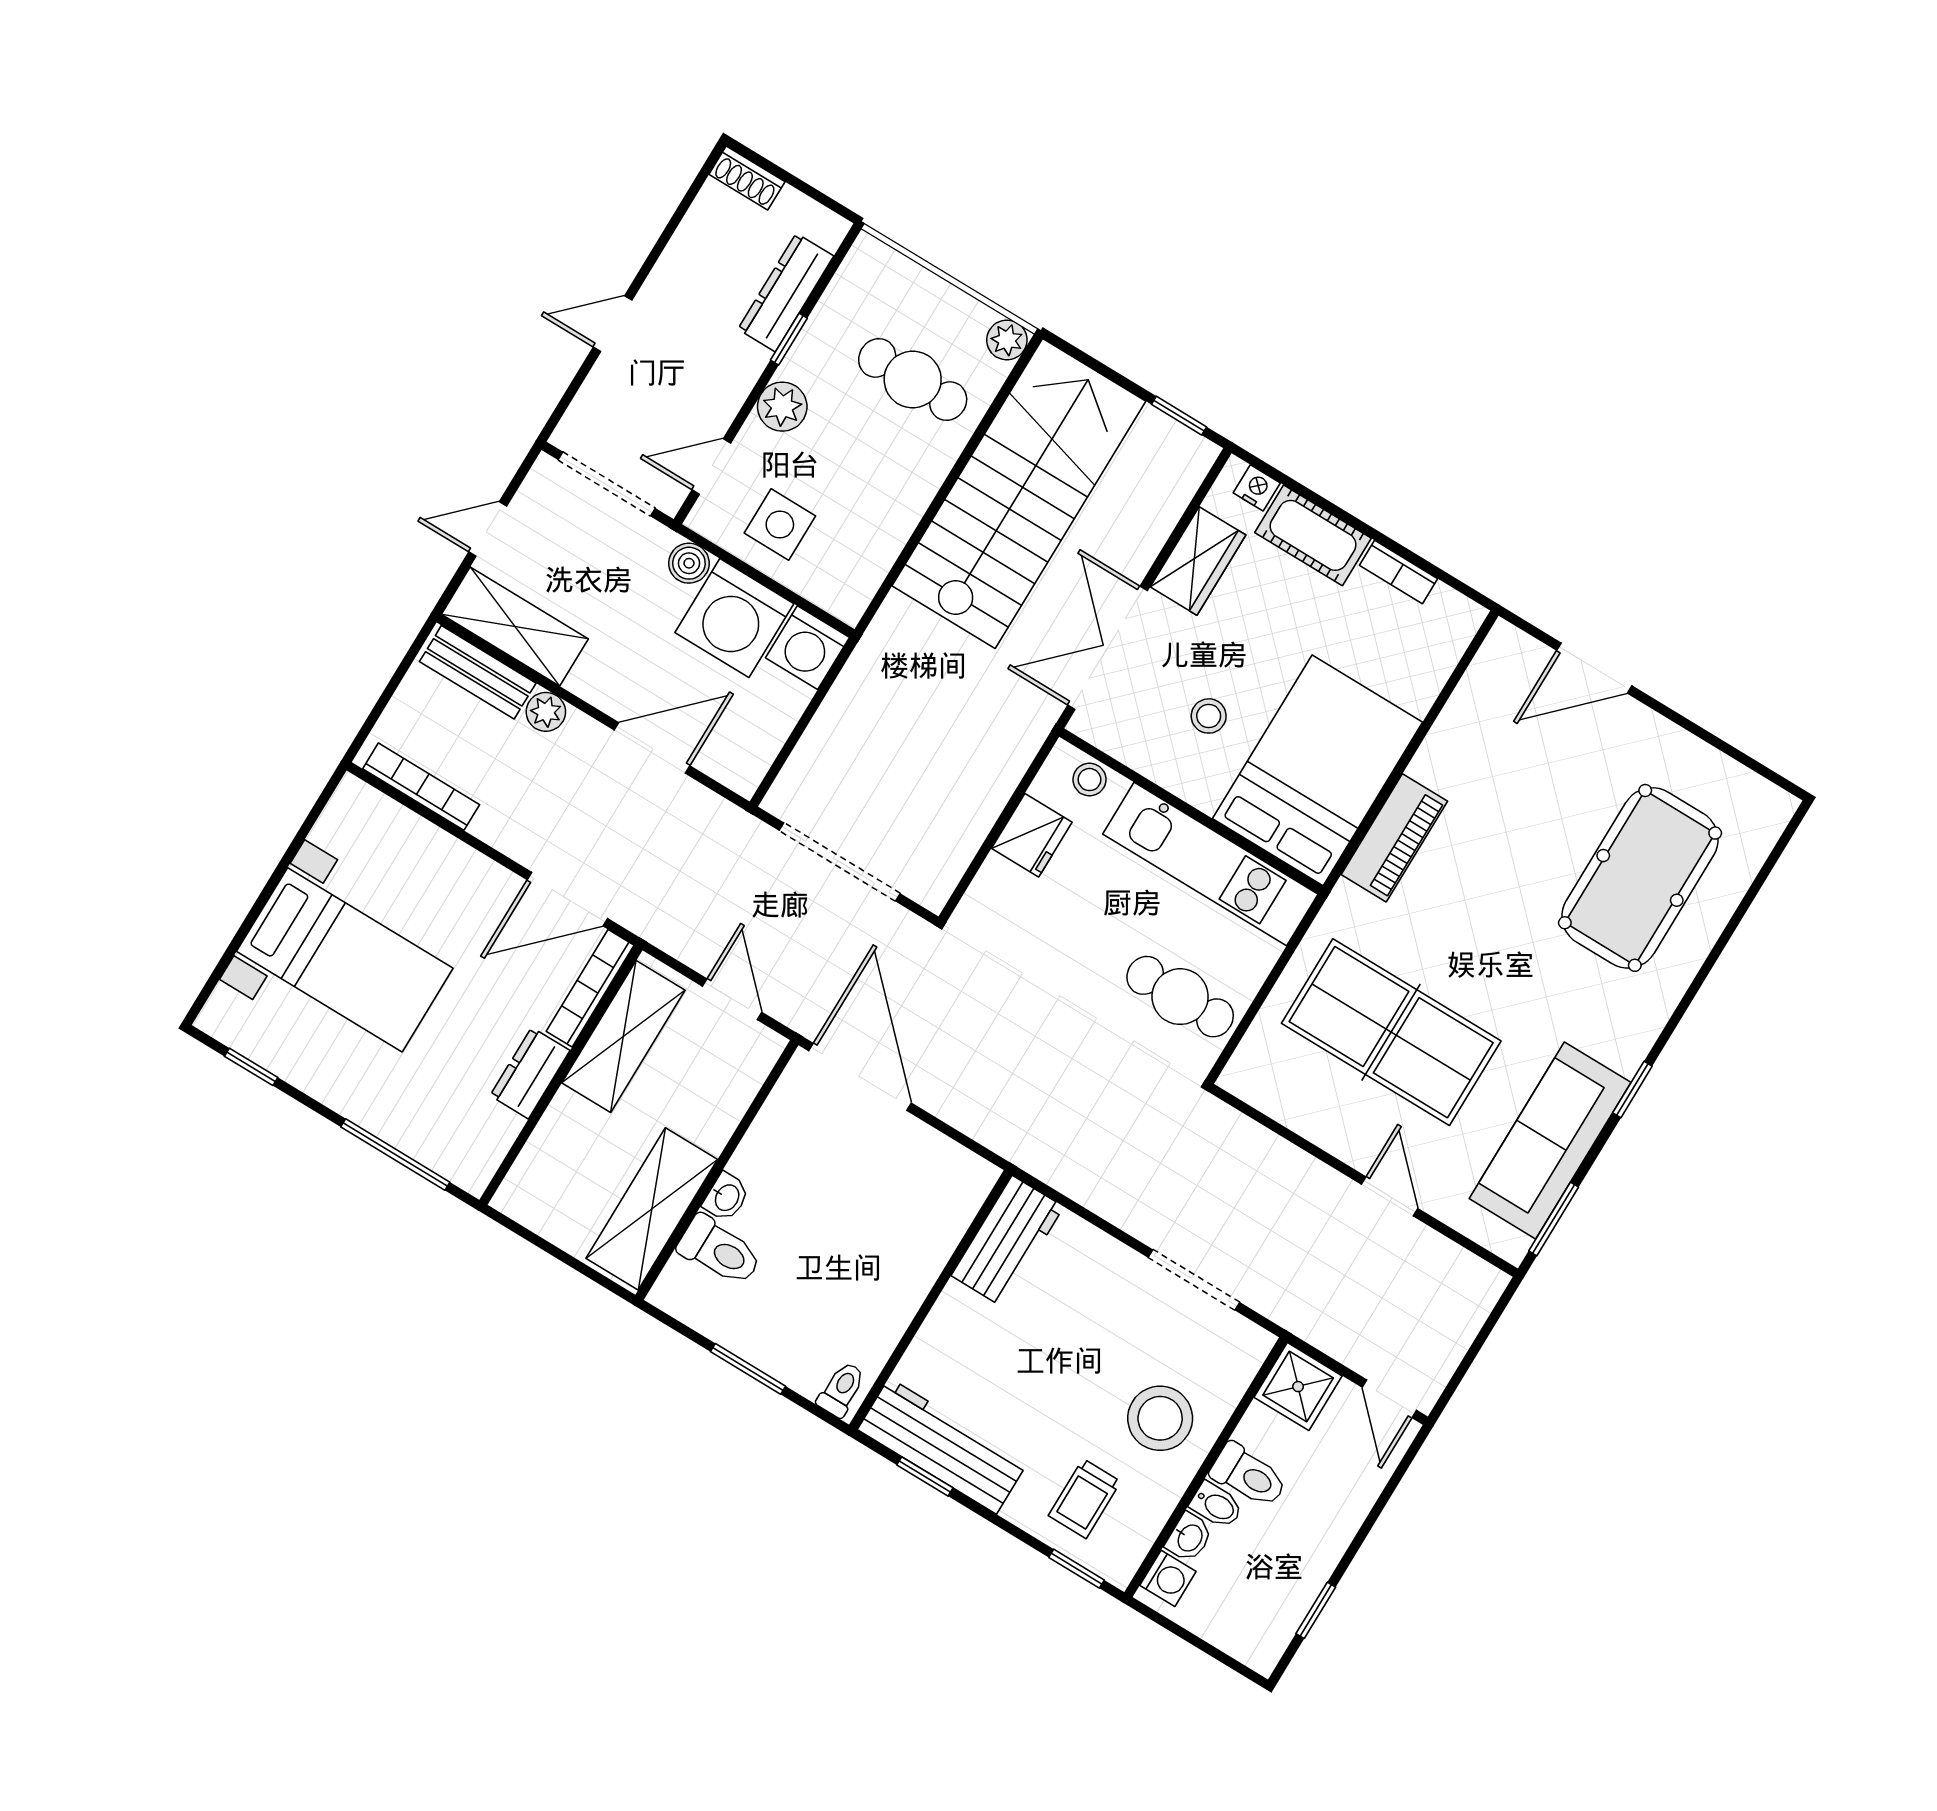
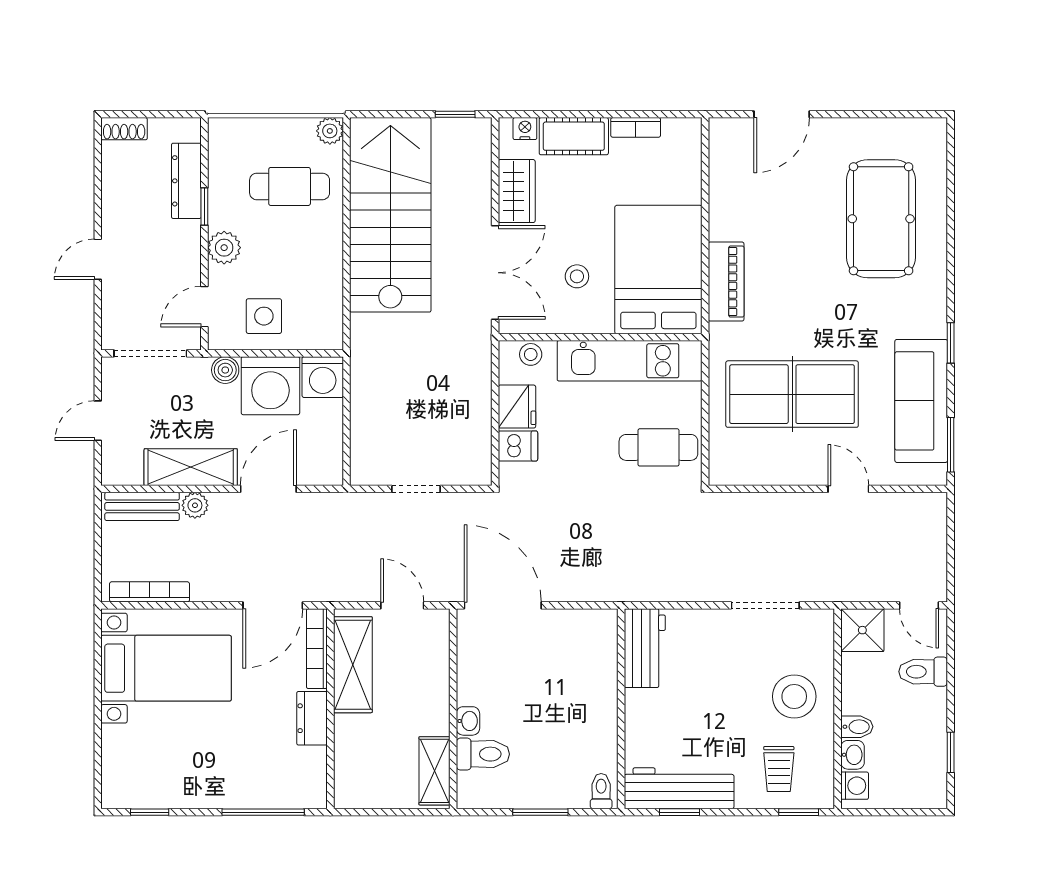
shelving: (515, 627) -> (191, 467), moved
double door: (1108, 648) -> (495, 273), swing flipped
doorway: (840, 862) -> (416, 489), width x0.53
dishwasher: (1002, 886) -> (518, 446), added
bed with nightstands: (345, 960) -> (166, 668), moved
shelving: (652, 1209) -> (434, 771), width x0.67, depth x0.75
toilet: (1249, 1476) -> (923, 672), moved, turned 180

